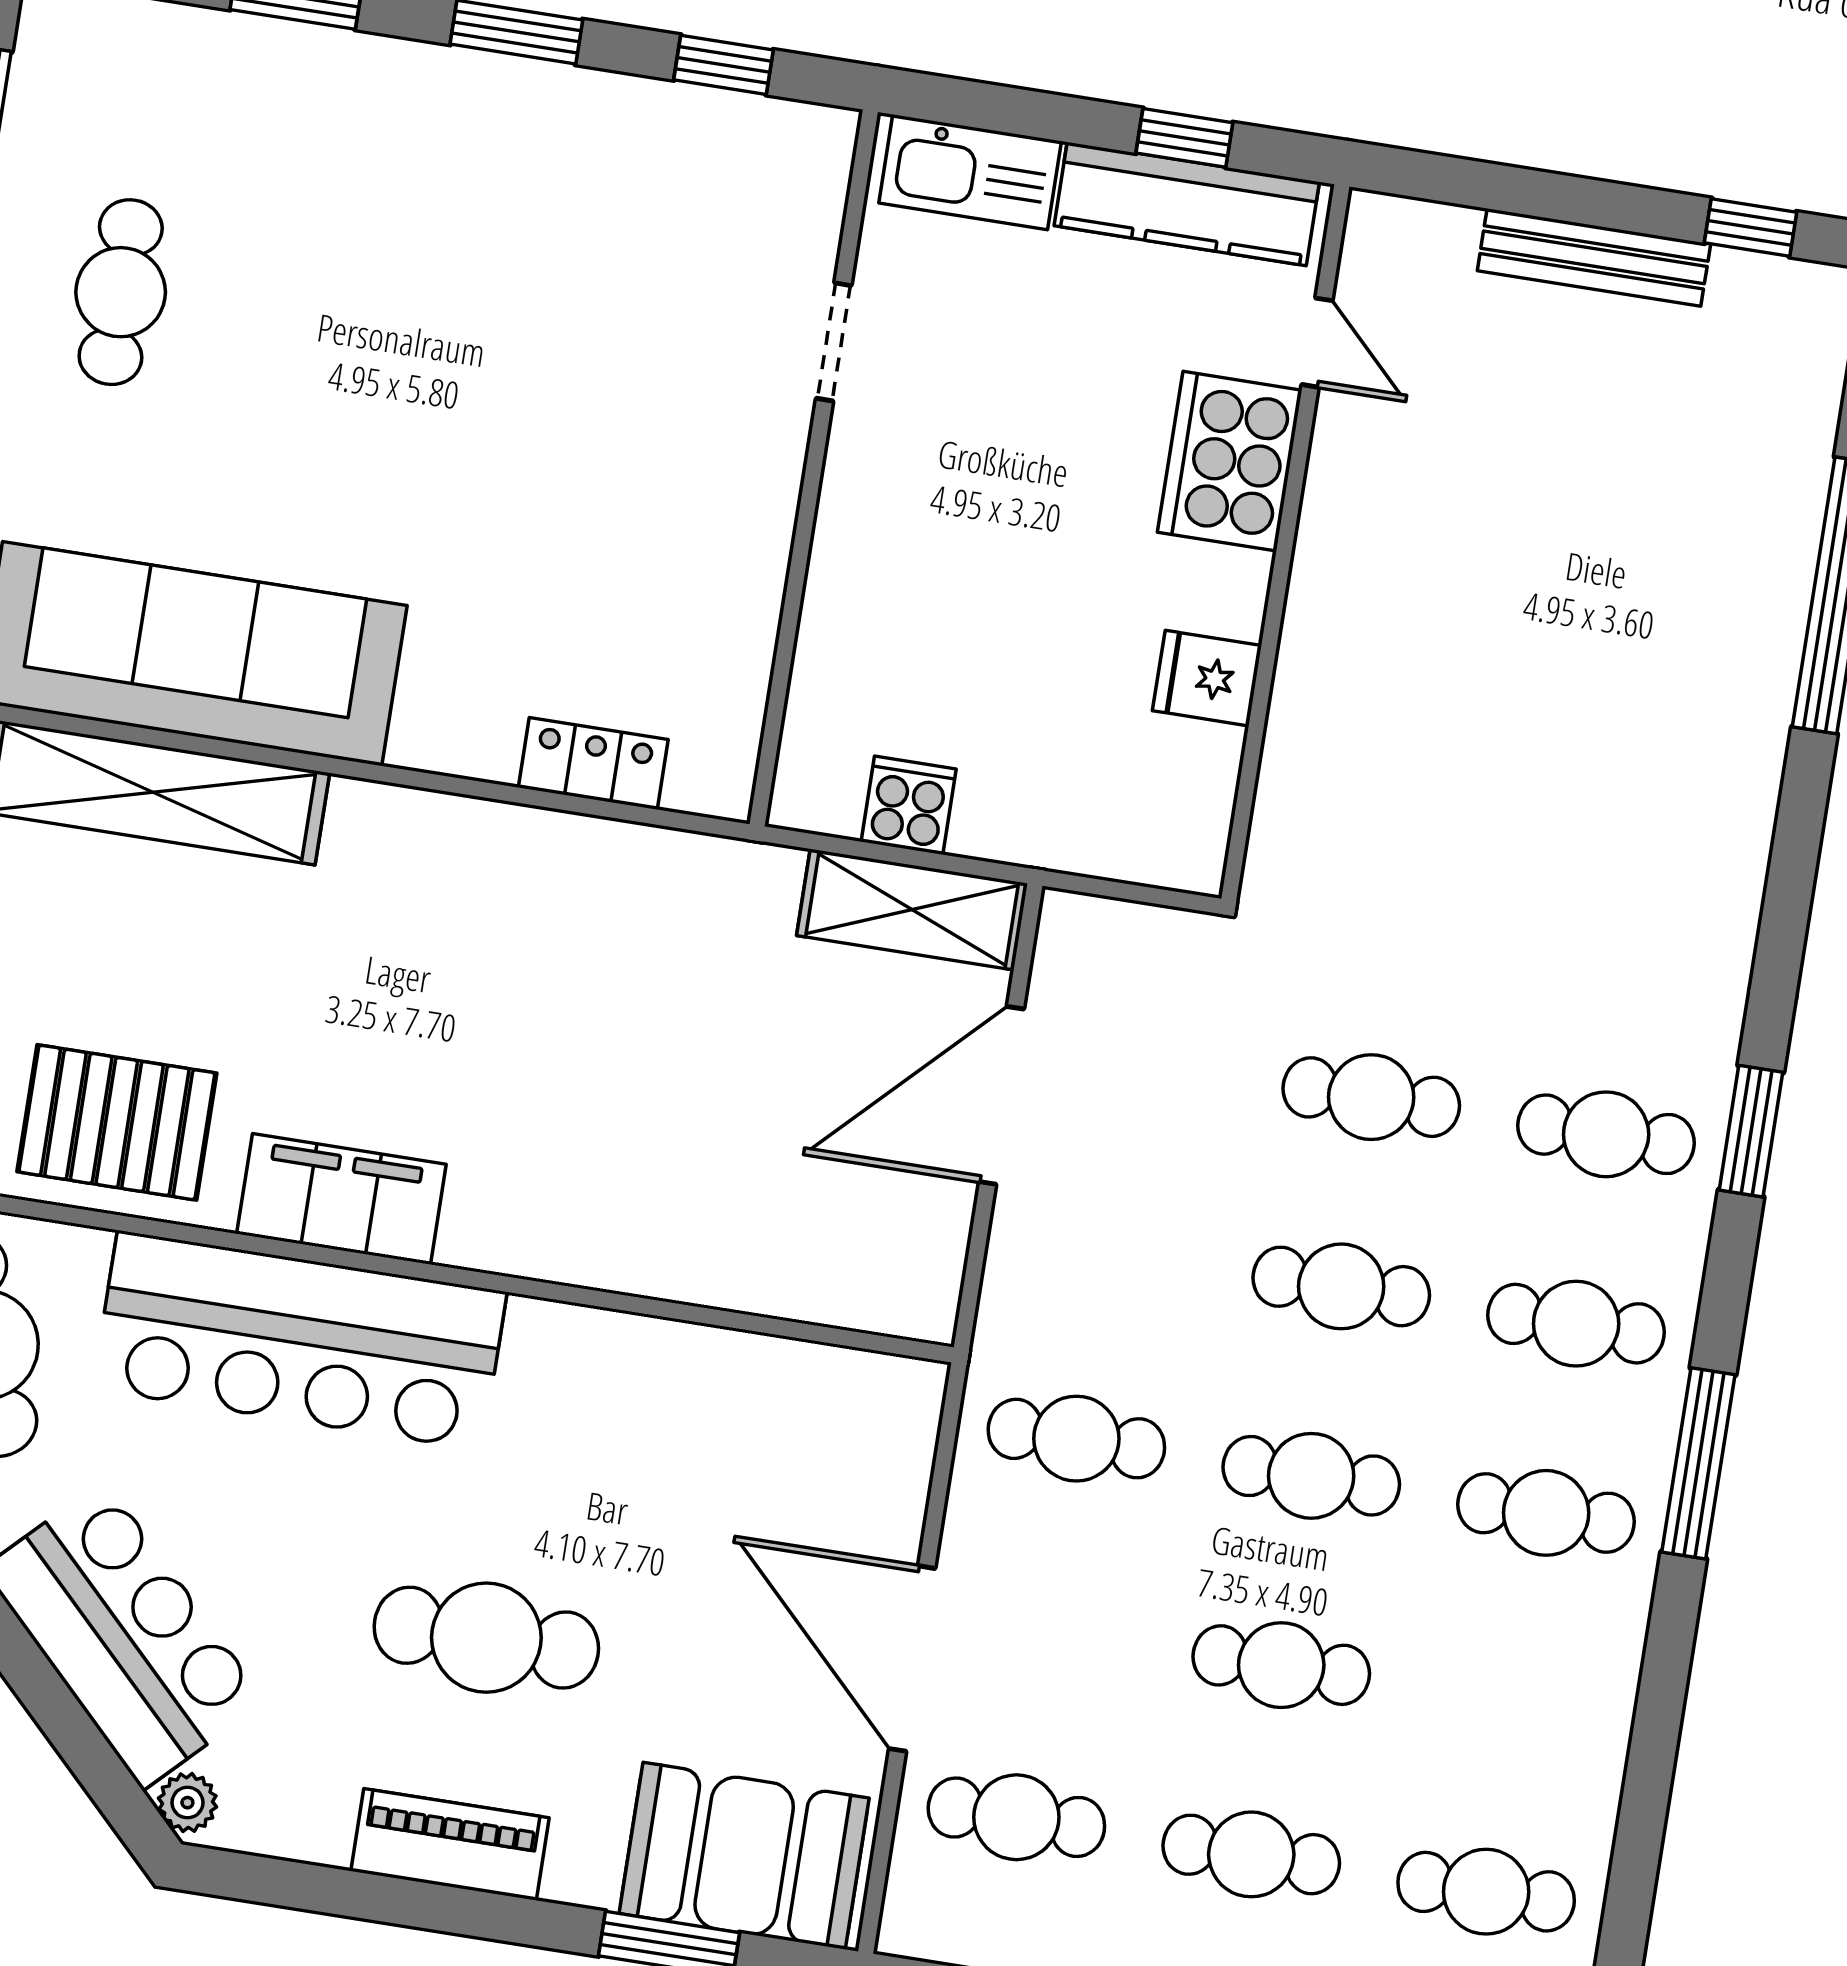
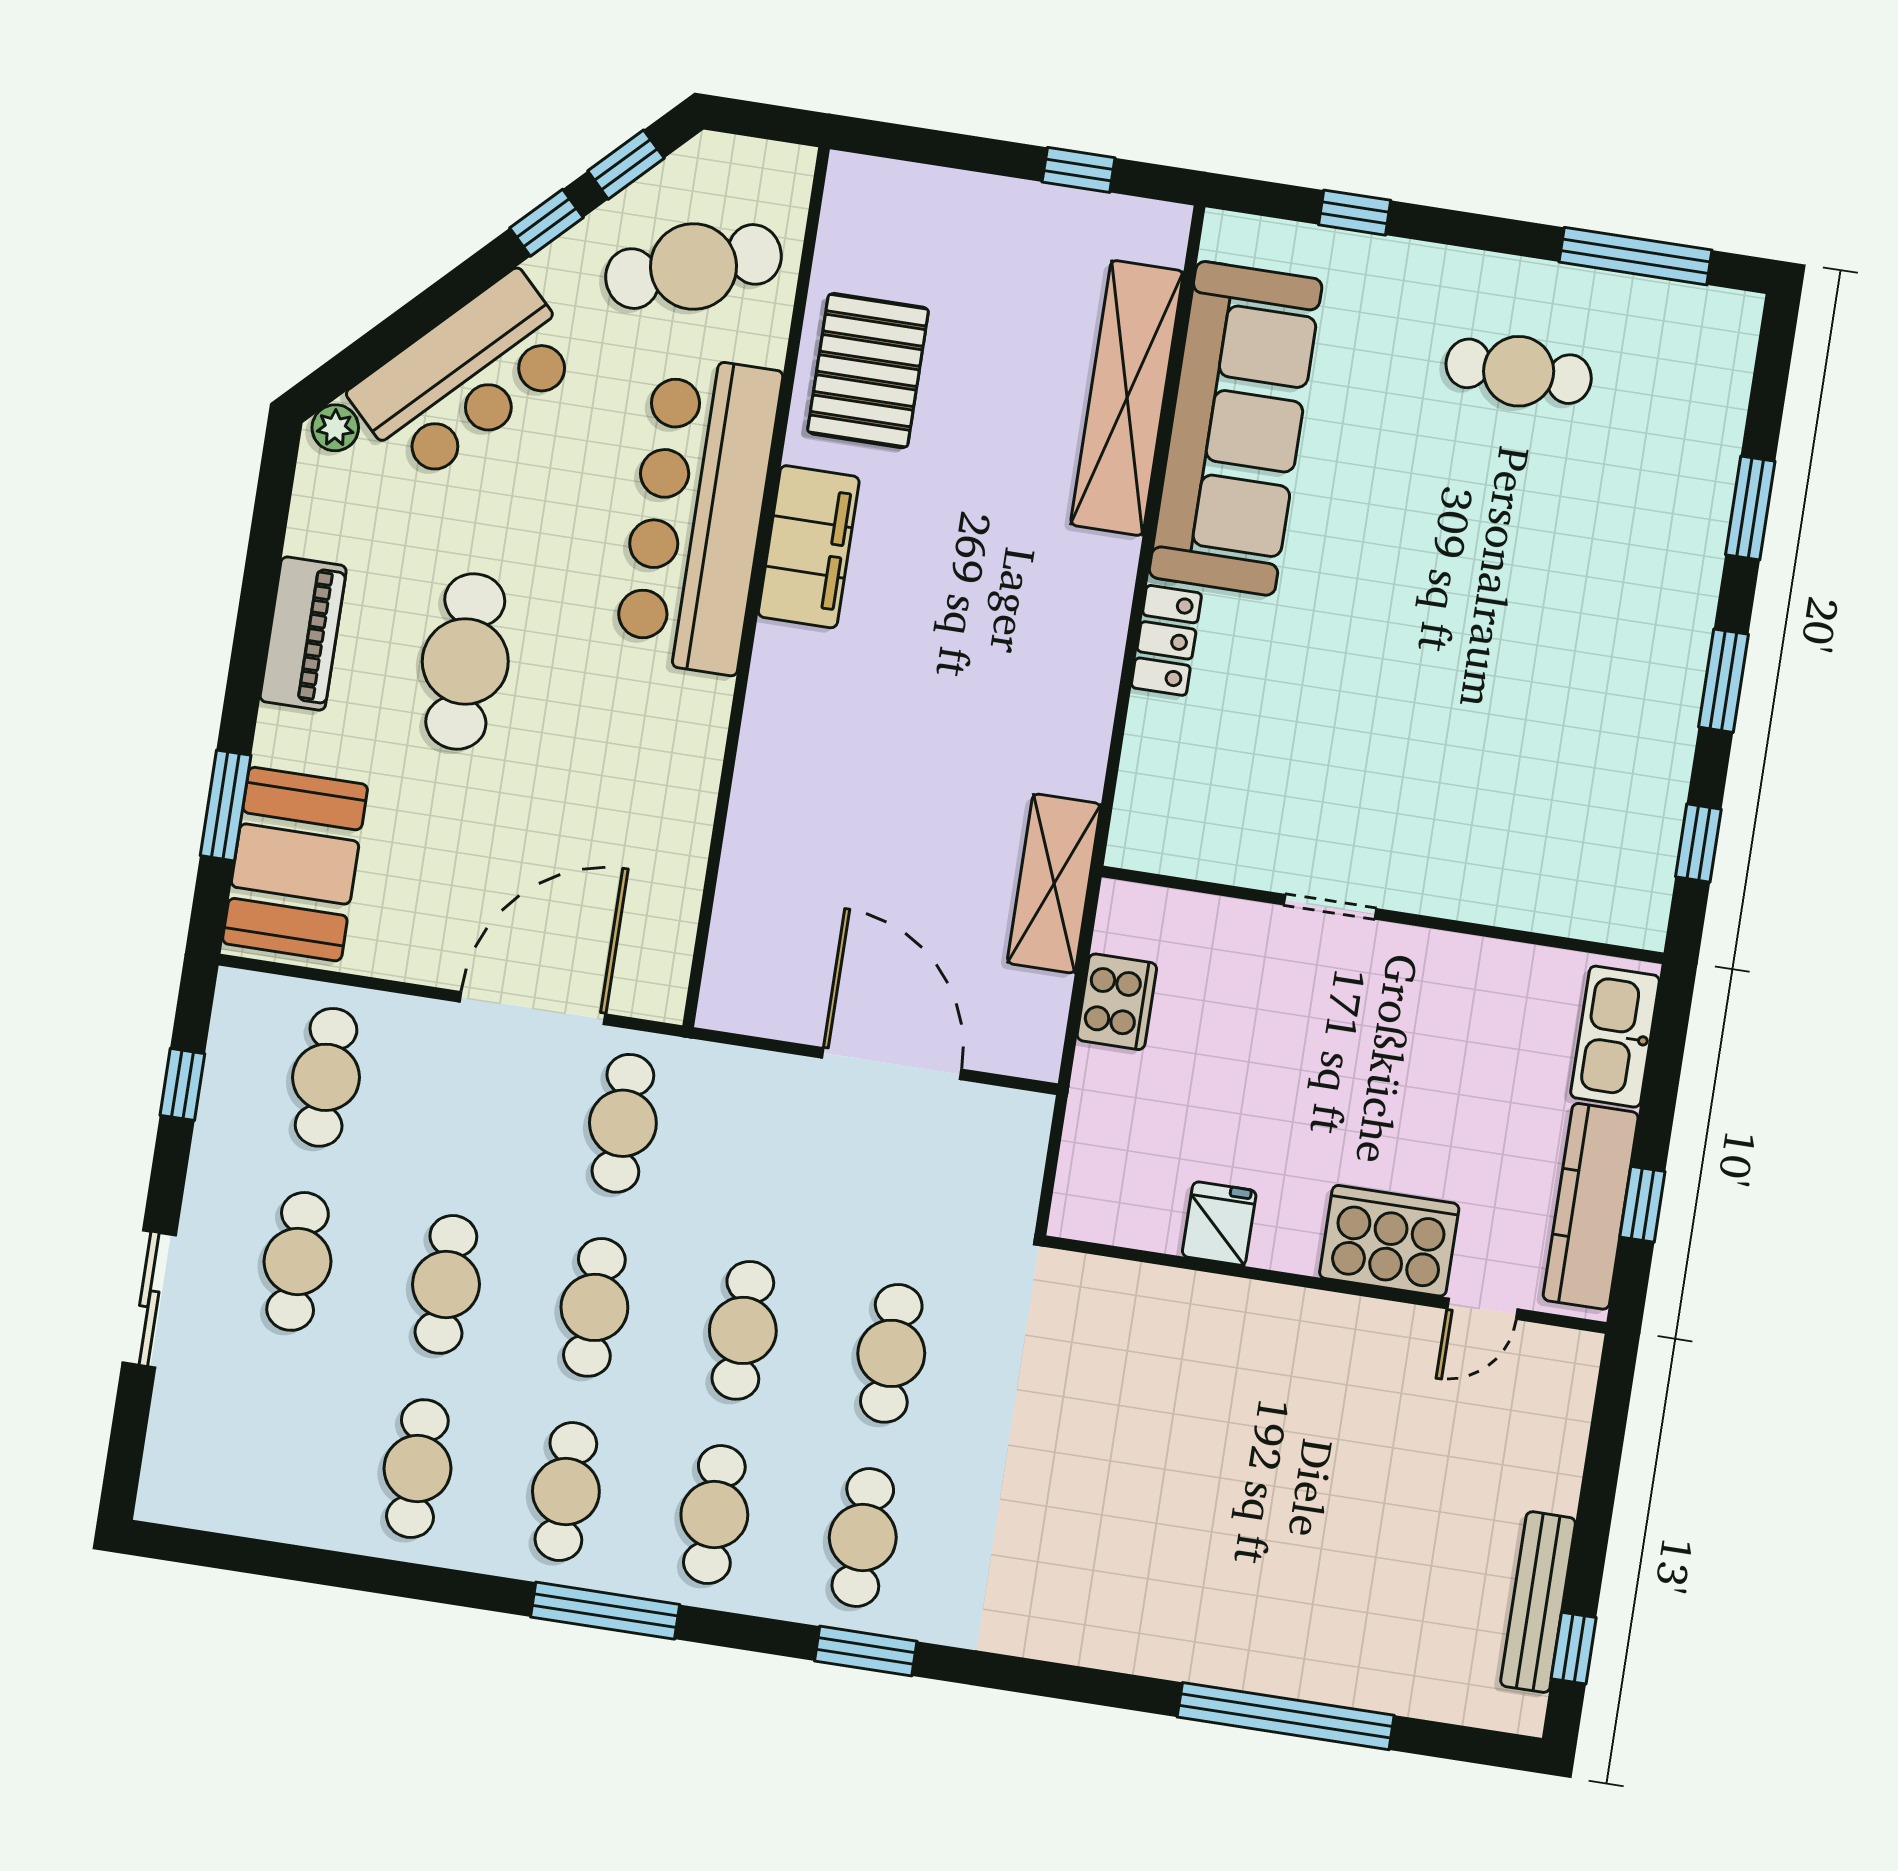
bench: (1594, 257) -> (1538, 1602), moved
doorway: (834, 342) -> (1330, 907), moved
locker: (593, 764) -> (1166, 640), moved
cooker: (909, 805) -> (1117, 1002), width x1.36
shelving: (912, 910) -> (1054, 883), moved
door: (912, 1659) -> (533, 1008), moved
cafe table: (1486, 1892) -> (417, 1469), moved

